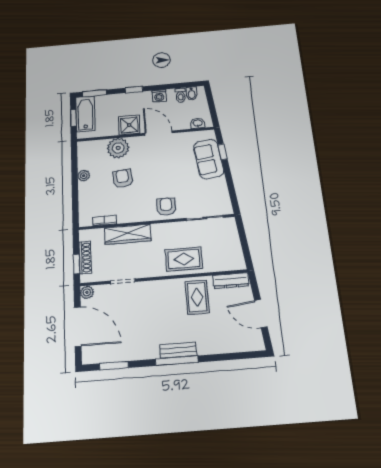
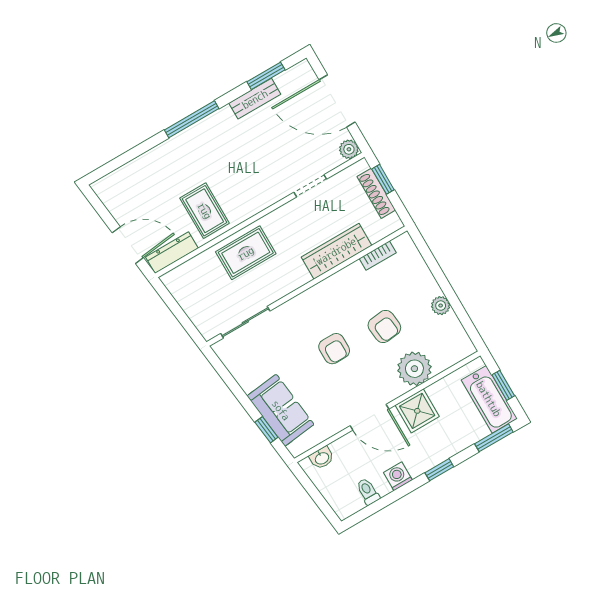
bidet: (192, 94) -> (353, 501), removed
armchair: (166, 207) -> (334, 349), moved
door: (261, 314) -> (128, 245), moved
bench: (178, 350) -> (255, 99), moved

